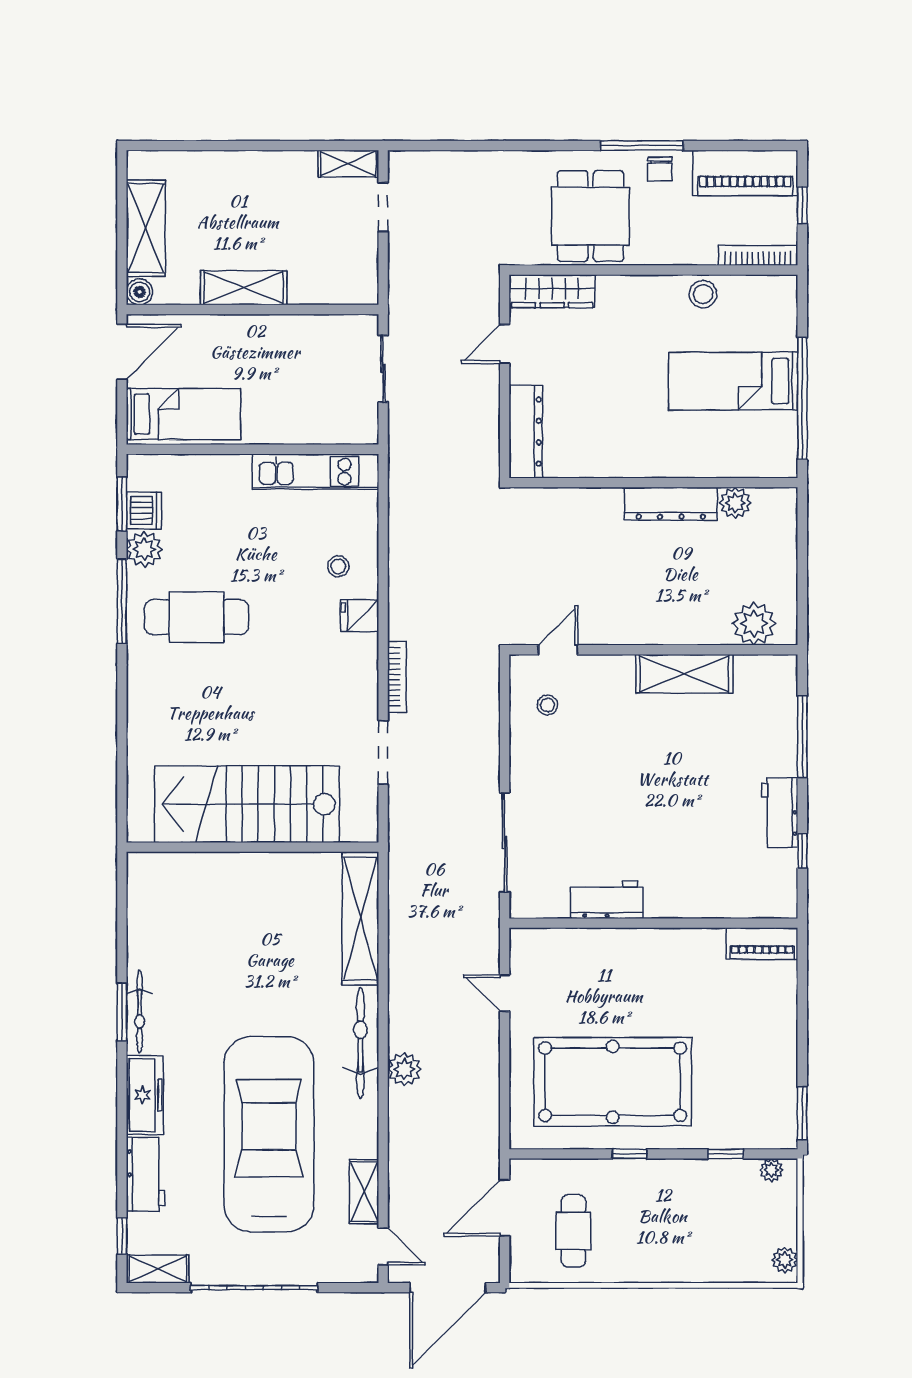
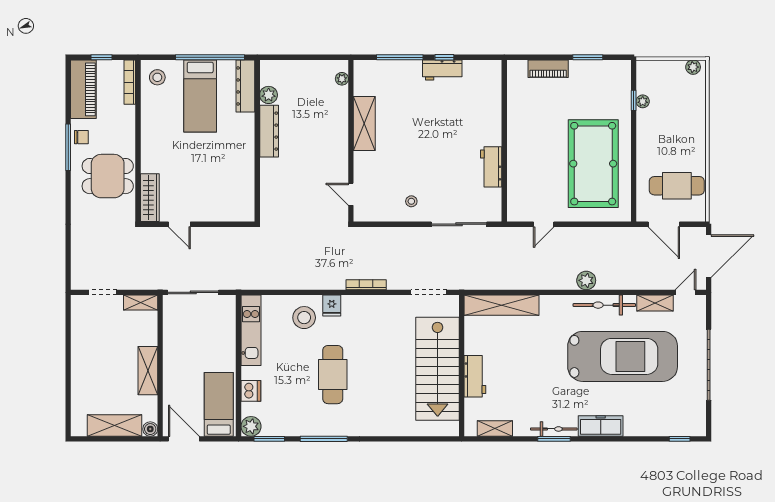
shelving: (348, 164) -> (141, 303), moved, turned 90
stool: (703, 294) -> (157, 77), moved
sliding door: (383, 369) -> (193, 292), width x1.37
dresser: (526, 432) -> (245, 86), moved, turned -90
dishwasher: (144, 510) -> (251, 391), moved, turned 90
plant: (144, 549) -> (251, 426), moved
stool: (338, 566) -> (304, 318), width x1.89, depth x1.89
cafe table: (197, 617) -> (333, 375), moved
plant: (754, 624) -> (342, 79), width x0.53, depth x0.53
stool: (547, 705) -> (411, 201), moved
doorway: (383, 752) -> (429, 292), moved
window: (802, 851) -> (444, 57), moved
piano: (762, 944) -> (548, 69), moved, turned 90
bicycle: (361, 1043) -> (604, 305), moved
window: (802, 1113) -> (588, 57), moved
car: (269, 1134) -> (623, 356), turned 180
window: (630, 1154) -> (634, 154), removed
plant: (771, 1170) -> (643, 101), moved
workbench: (146, 1174) -> (475, 376), moved, turned 90
cafe table: (573, 1231) -> (677, 186), width x1.37, depth x1.35
shelving: (158, 1269) -> (495, 428), moved, turned 90
door: (448, 1288) -> (709, 256), hinge flipped

